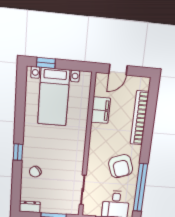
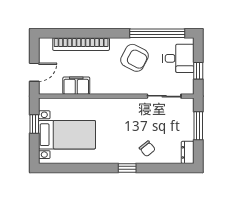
window: (46, 63) -> (34, 124), moved
door: (118, 70) -> (34, 72), hinge flipped
armchair: (121, 166) -> (135, 58), turned 46

